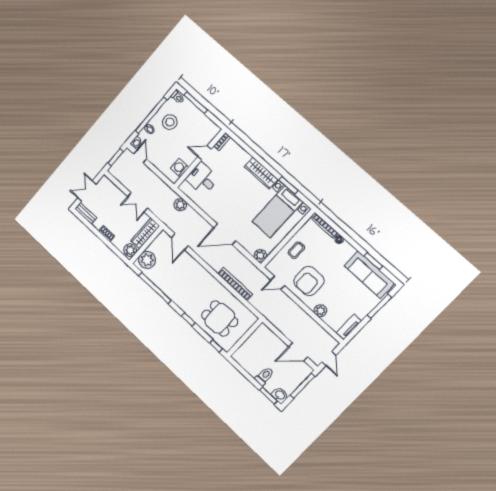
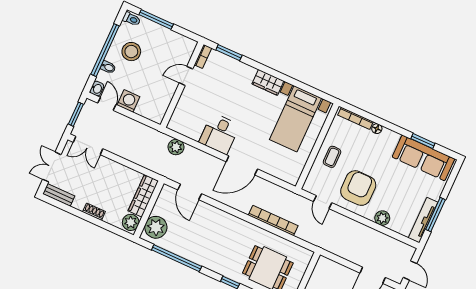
washing machine: (180, 168) -> (128, 101), moved, turned 90
wardrobe: (261, 173) -> (268, 82), width x0.67
desk: (202, 179) -> (219, 134), moved, turned -90
window: (288, 185) -> (229, 53), moved
double door: (138, 202) -> (88, 145), moved
plant: (260, 255) -> (292, 177), removed
armchair: (309, 281) -> (358, 188), turned 180
door: (278, 283) -> (323, 202), hinge flipped
window: (379, 306) -> (435, 215), moved
tv unit: (349, 327) -> (423, 220), width x1.41

